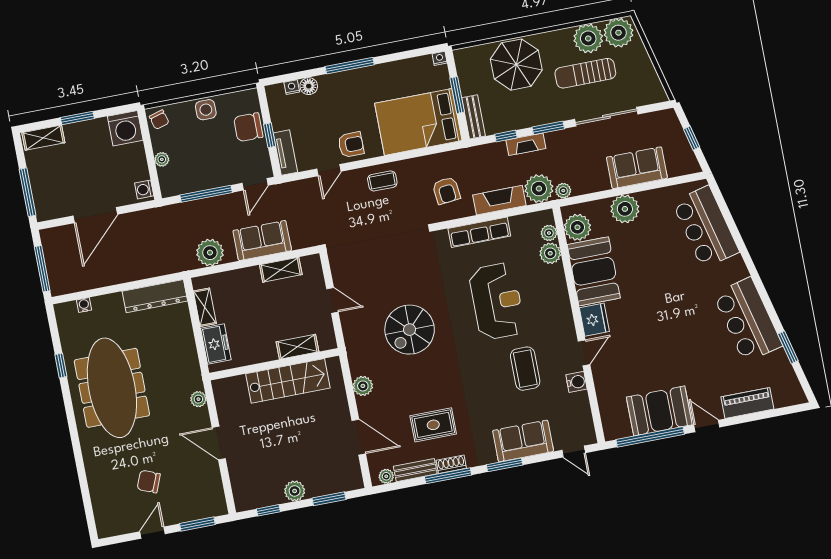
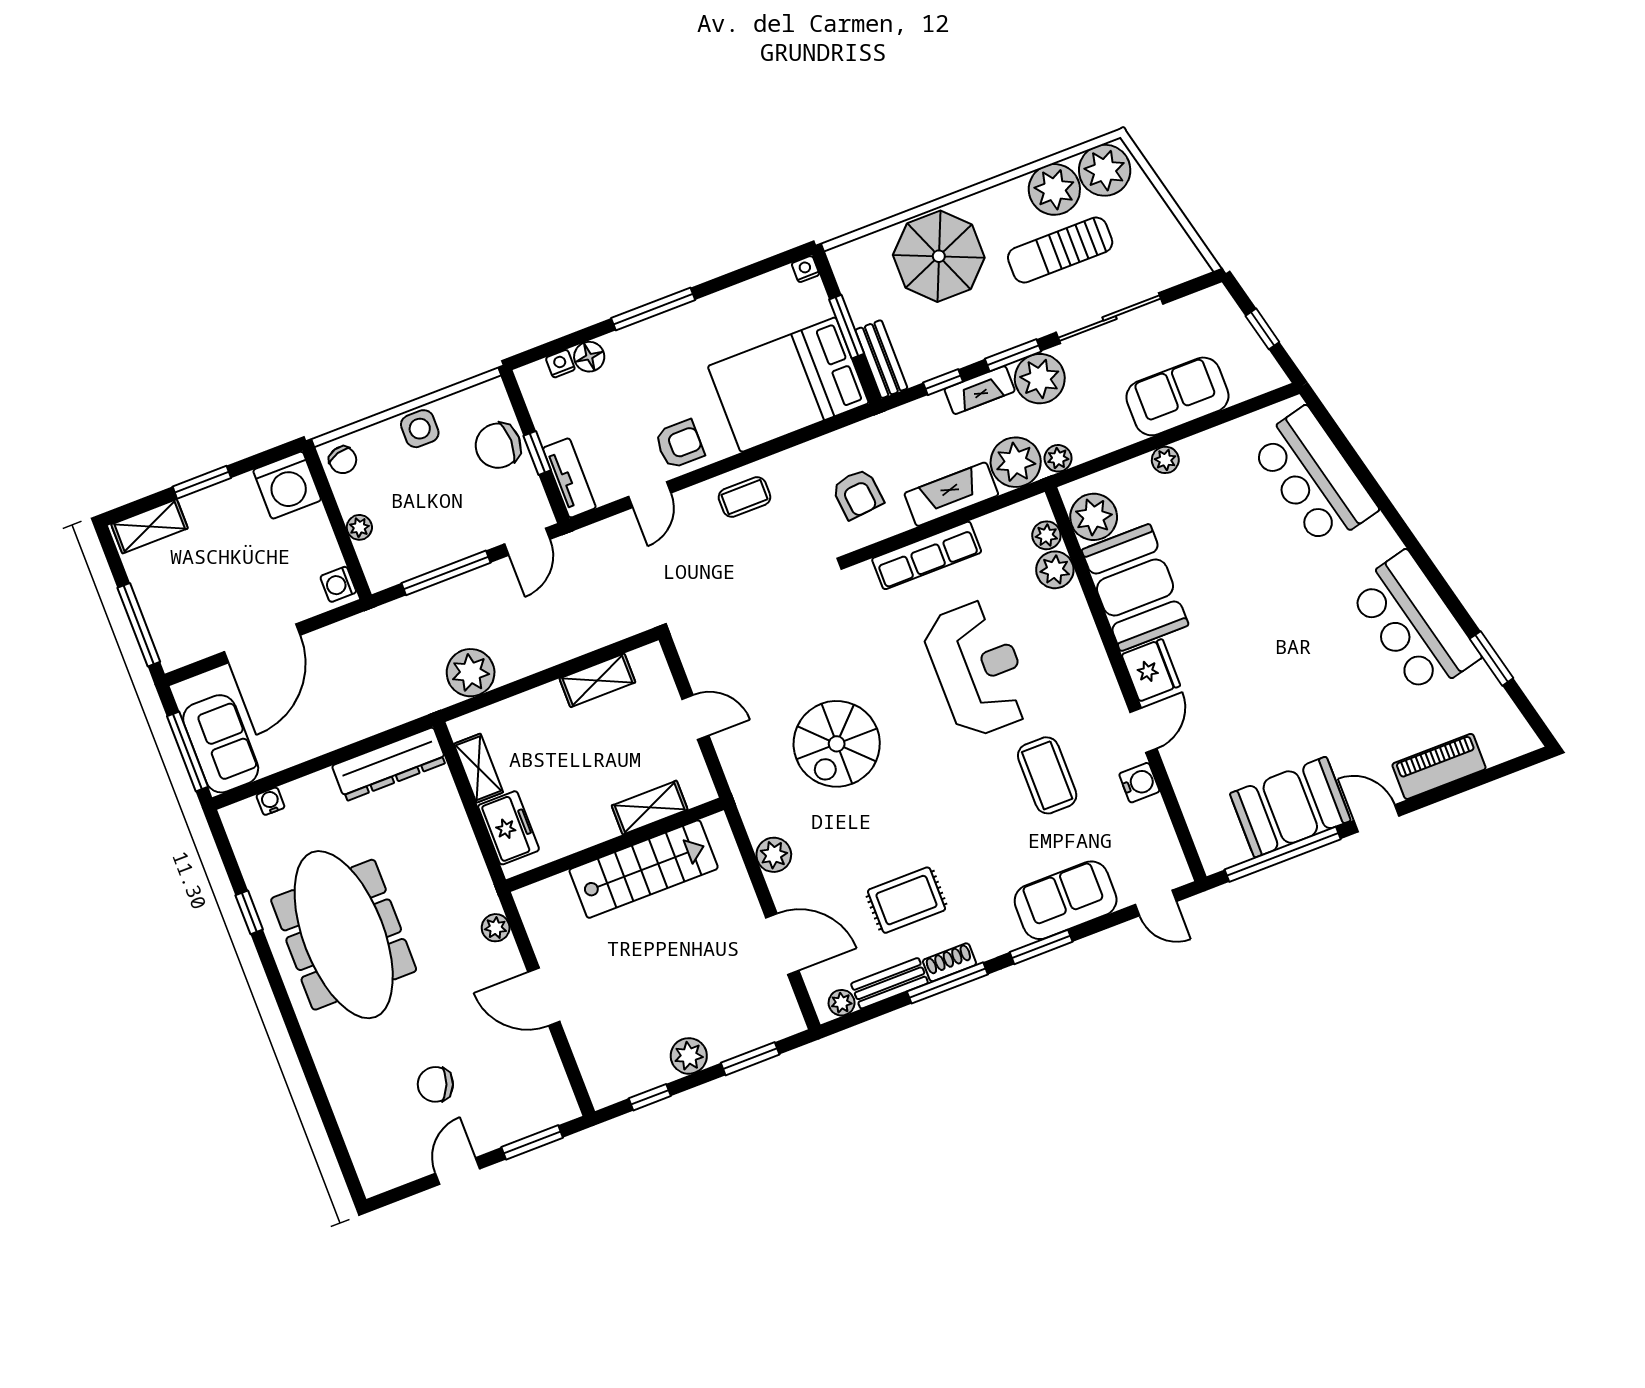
plant: (561, 144) -> (1040, 379), added
plant: (625, 209) -> (1165, 460), width x0.53, depth x0.53
sofa: (262, 241) -> (221, 744), moved, turned 90

